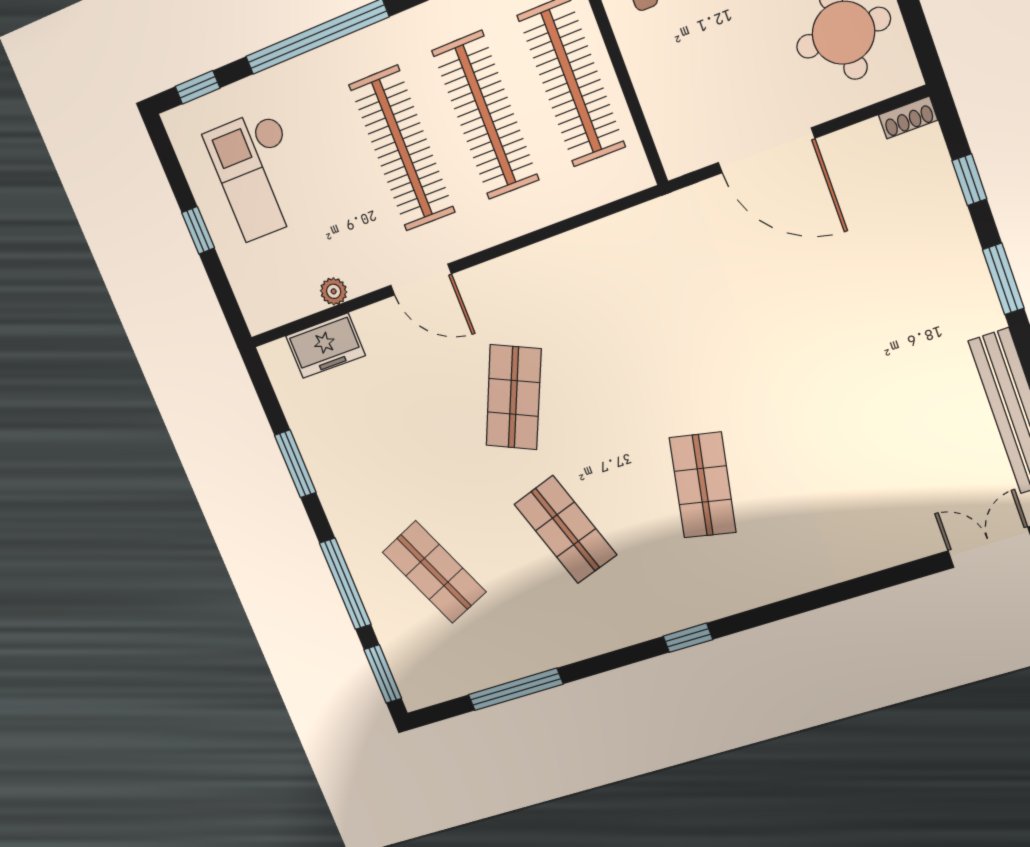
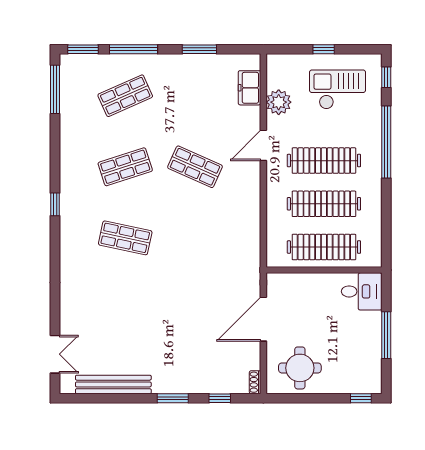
plant: (334, 291) -> (279, 102), width x1.88, depth x1.88
window: (516, 689) -> (55, 89), moved

